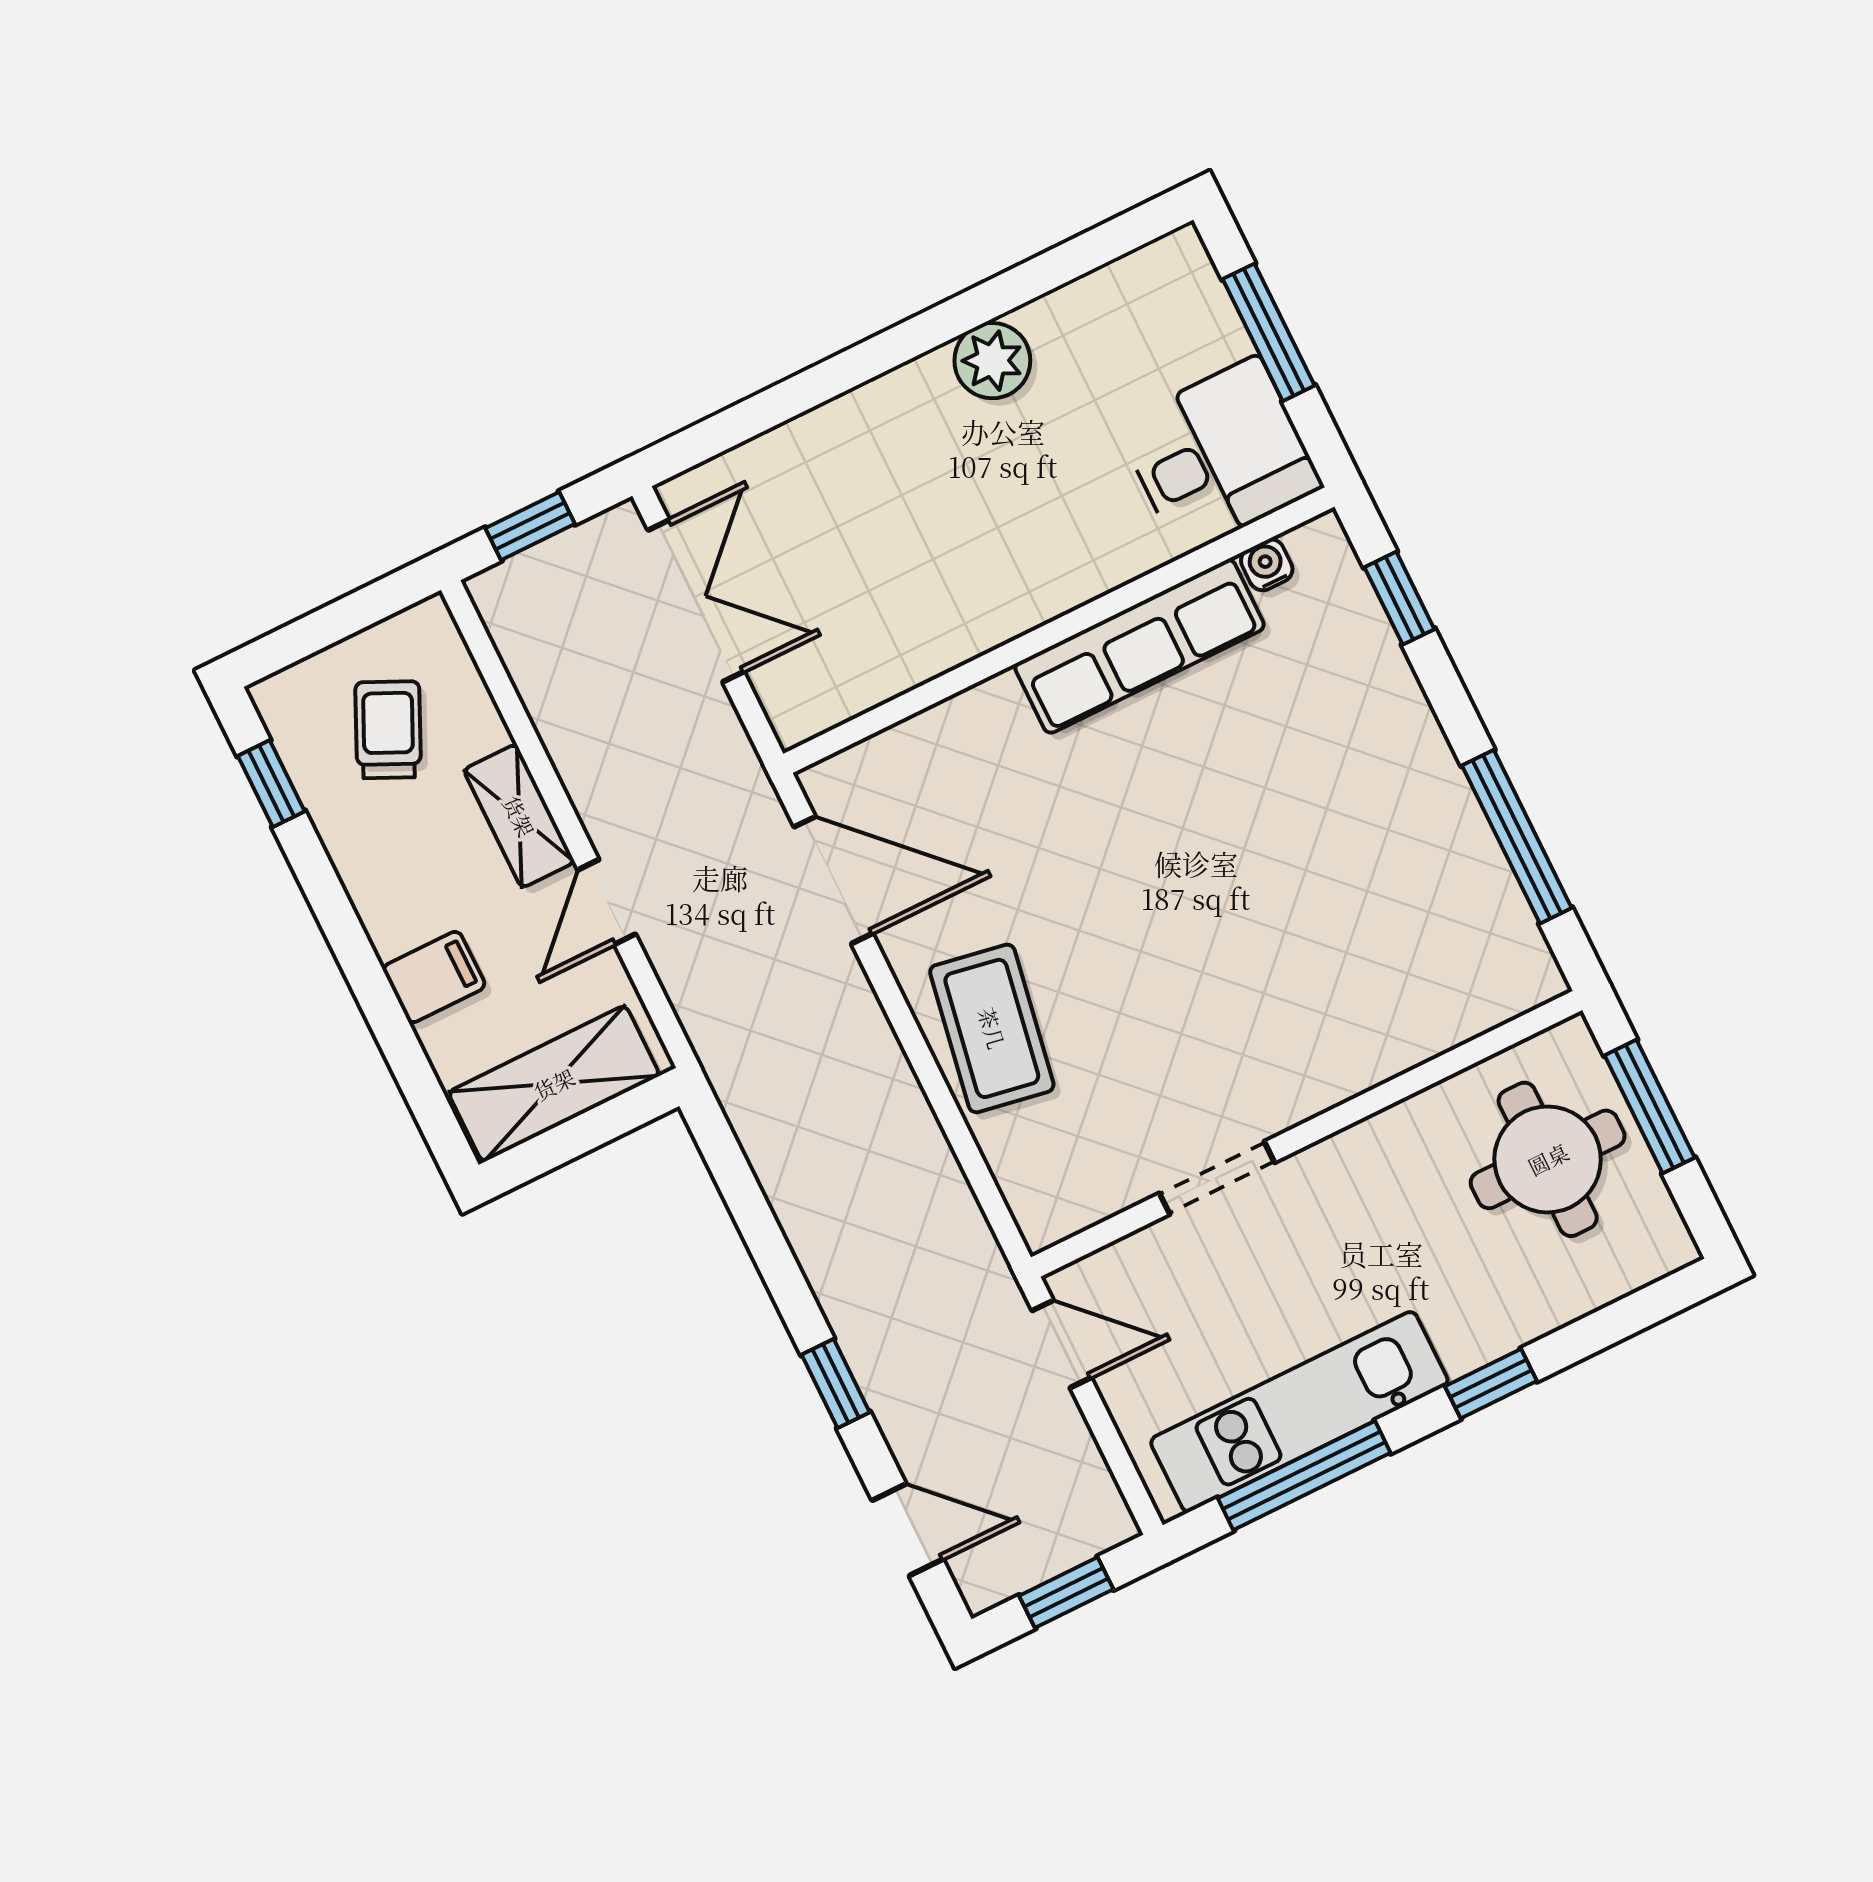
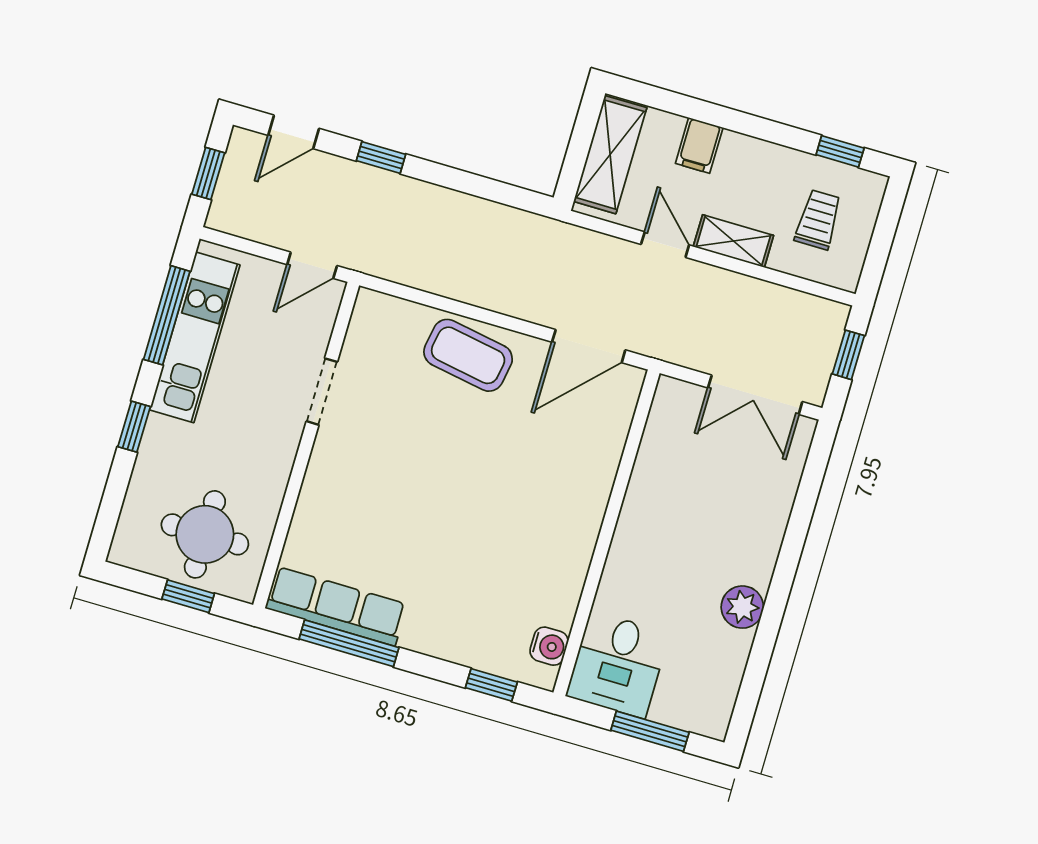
water cooler: (1267, 565) -> (549, 646), width x1.38, depth x1.38
row of seats: (1140, 646) -> (336, 606), moved, turned 90
trolley: (388, 730) -> (818, 220), turned -115
window: (1650, 1107) -> (188, 596), width x0.67

